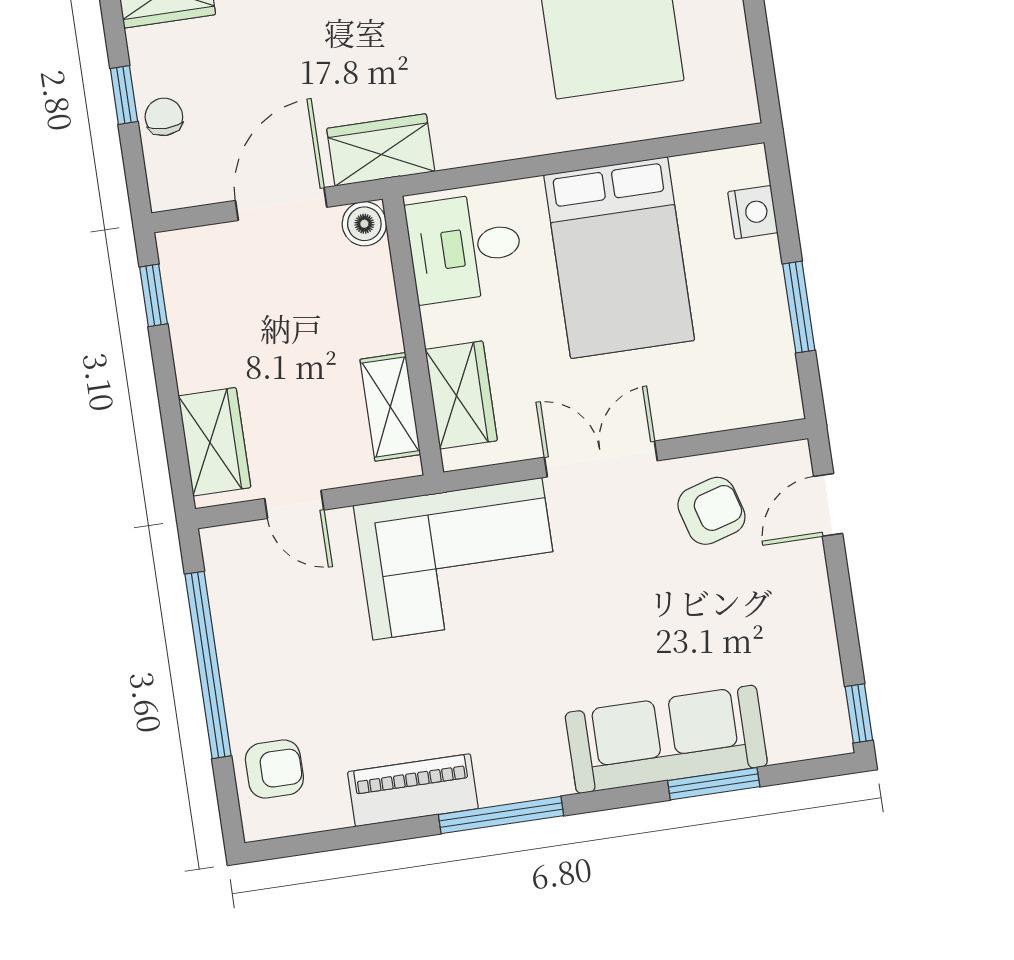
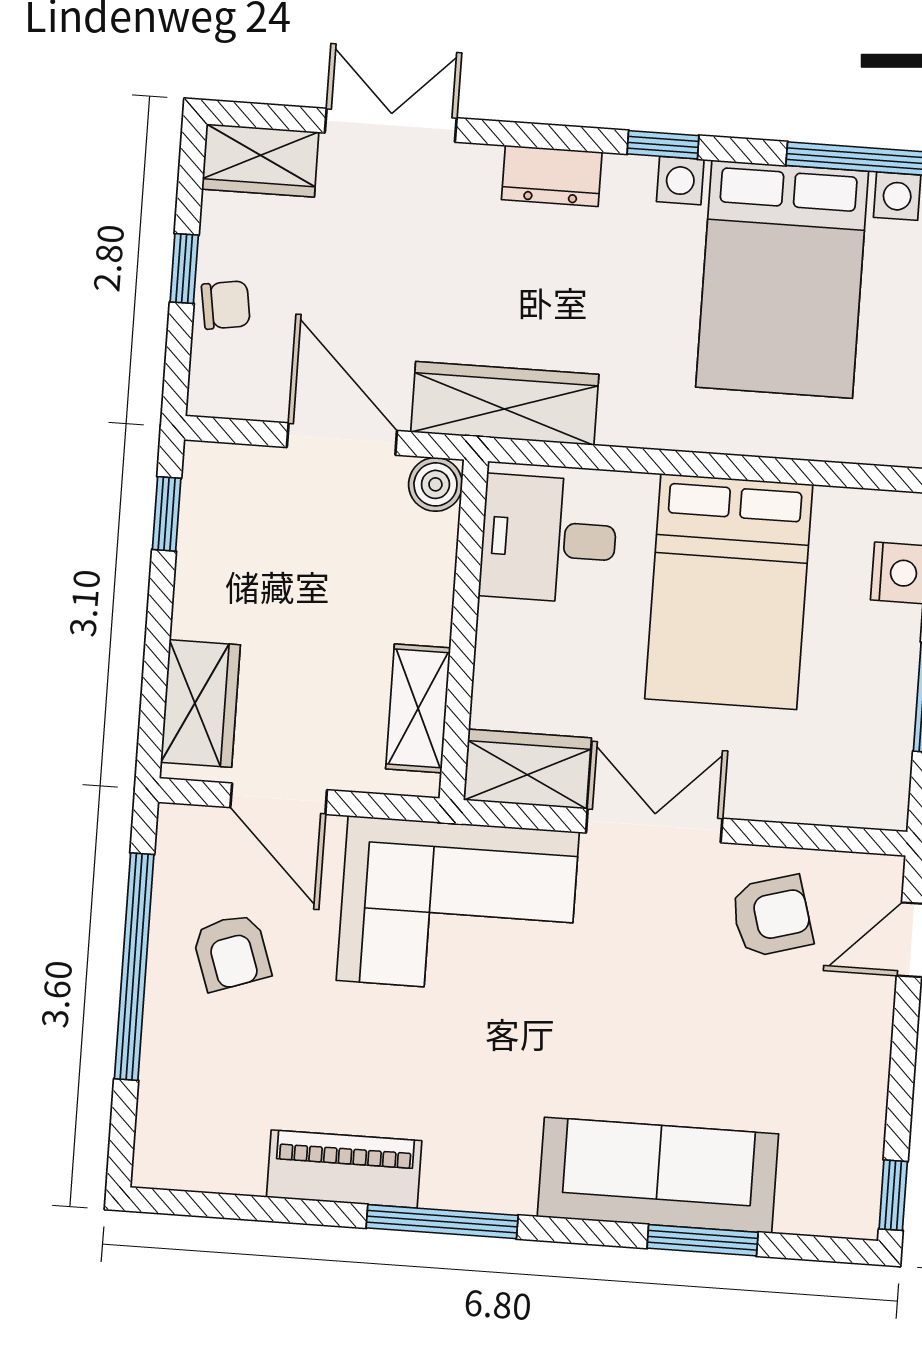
chair: (164, 117) -> (226, 305), turned 81
wardrobe: (381, 150) -> (505, 403), width x1.50
door: (281, 204) -> (342, 439), hinge flipped
wardrobe: (461, 395) -> (528, 769), moved, turned -90
door: (294, 504) -> (279, 799), width x1.38
armchair: (274, 769) -> (232, 952), moved, turned 71

